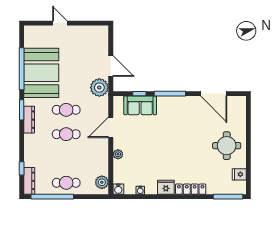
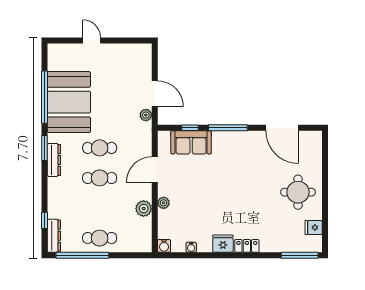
plant: (99, 88) -> (146, 115), width x0.53, depth x0.53
plant: (102, 182) -> (144, 209), moved
locker: (191, 189) -> (247, 246), width x0.66

